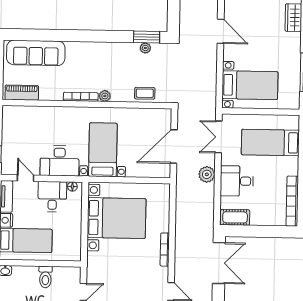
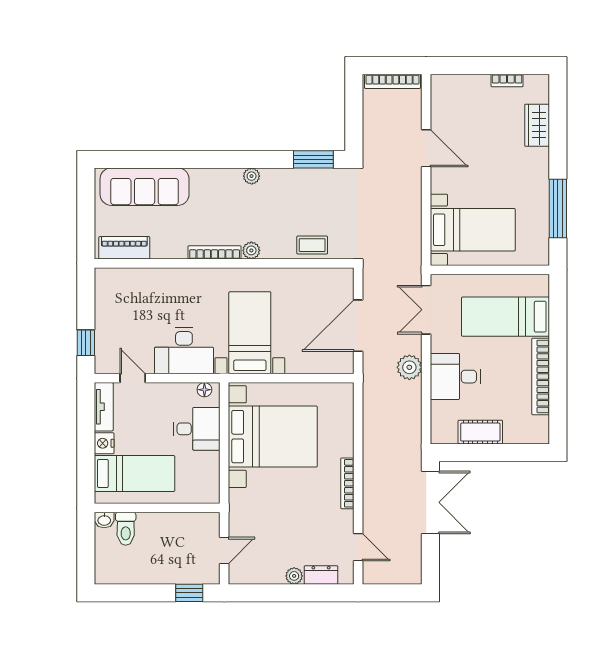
plant: (145, 48) -> (252, 176), moved
desk: (52, 197) -> (197, 429), moved, turned 90
bookcase: (292, 201) -> (541, 376), moved
cot: (235, 217) -> (480, 432), moved
toilet: (45, 277) -> (126, 529), moved

